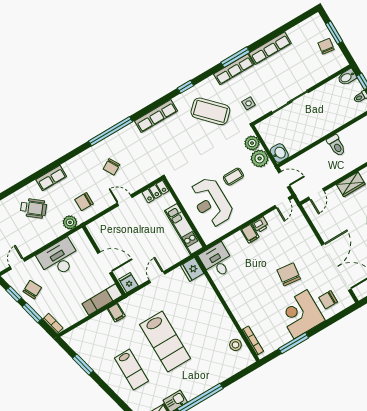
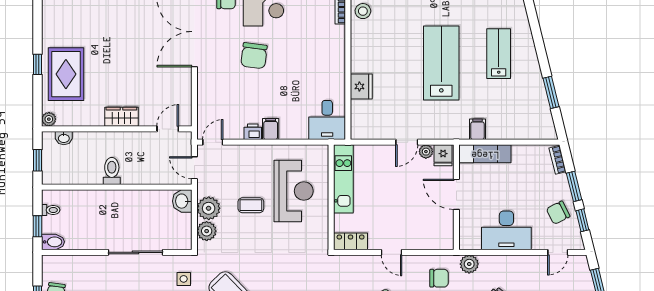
fridge: (192, 269) -> (361, 86), moved
plant: (141, 278) -> (426, 152), added

